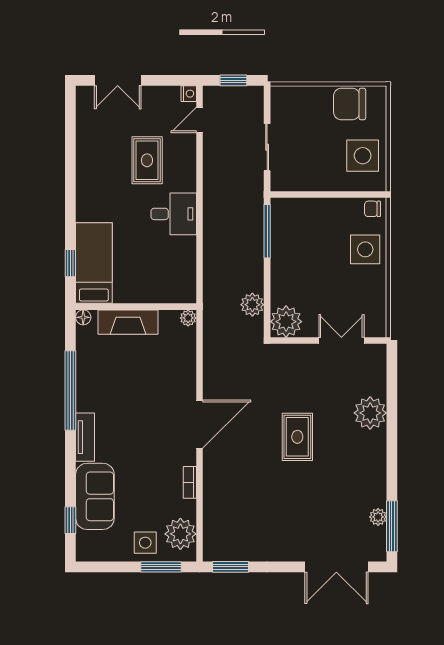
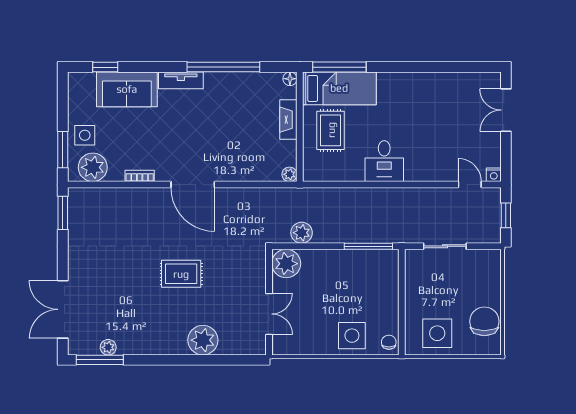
rug: (147, 160) -> (331, 130), moved, turned 90
window: (70, 263) -> (339, 67), width x2.17
fireplace: (128, 322) -> (288, 120), width x0.73, depth x0.76

